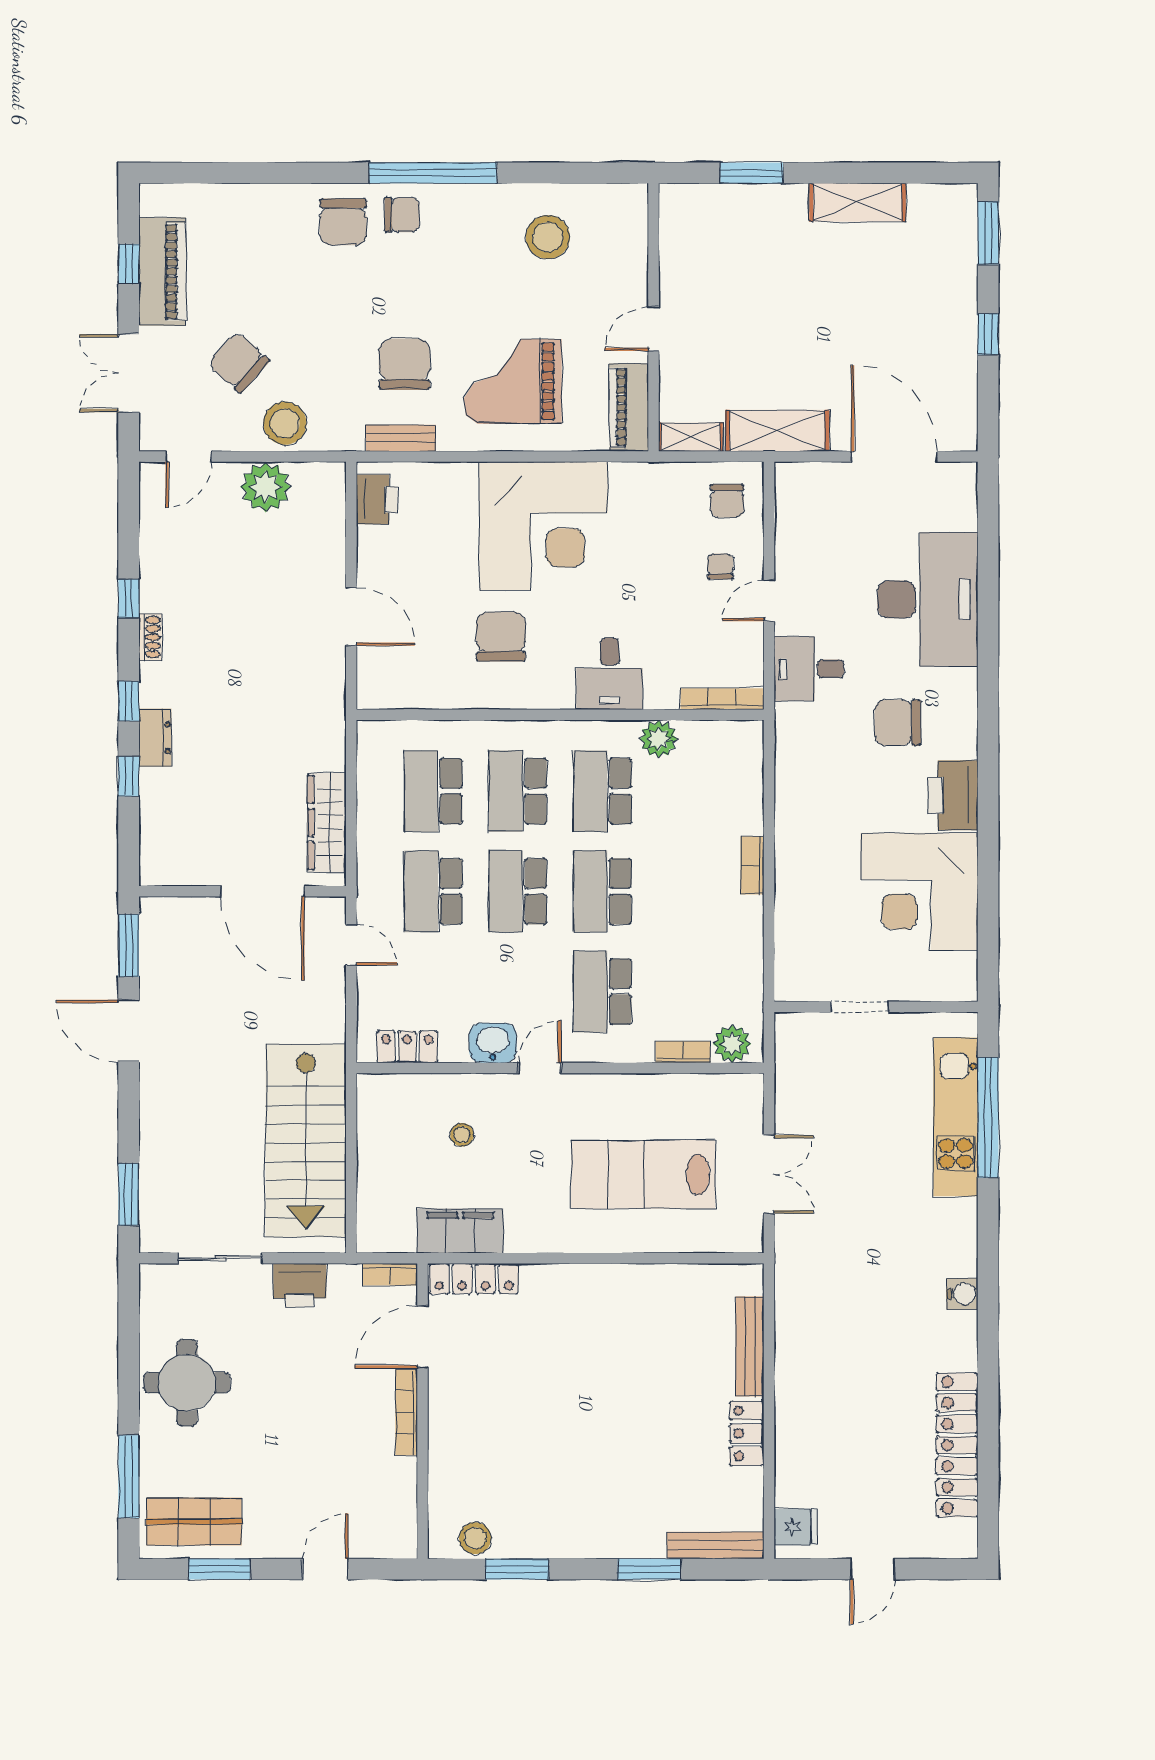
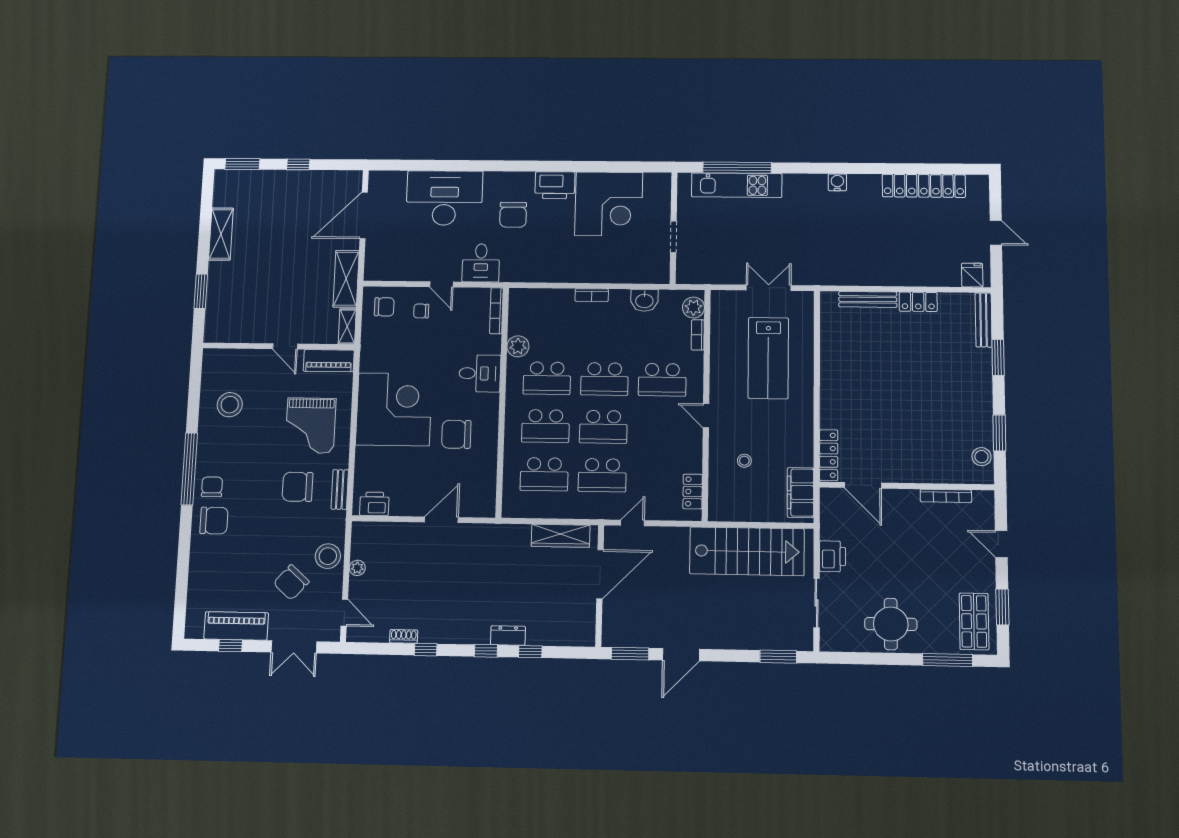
plant: (266, 487) -> (357, 568), width x0.53, depth x0.53
shoe rack: (150, 637) -> (404, 636), moved
washbasin: (493, 1043) -> (644, 300), moved, turned -90
filing cabinet: (460, 1231) -> (801, 493), moved
bookcase: (390, 1274) -> (826, 504), removed
bookcase: (406, 1412) -> (946, 496), moved

